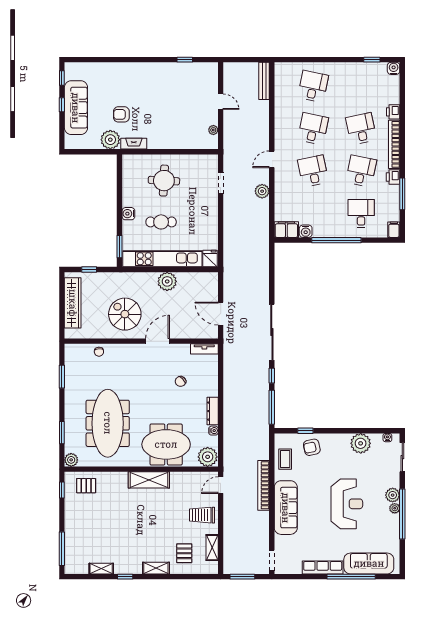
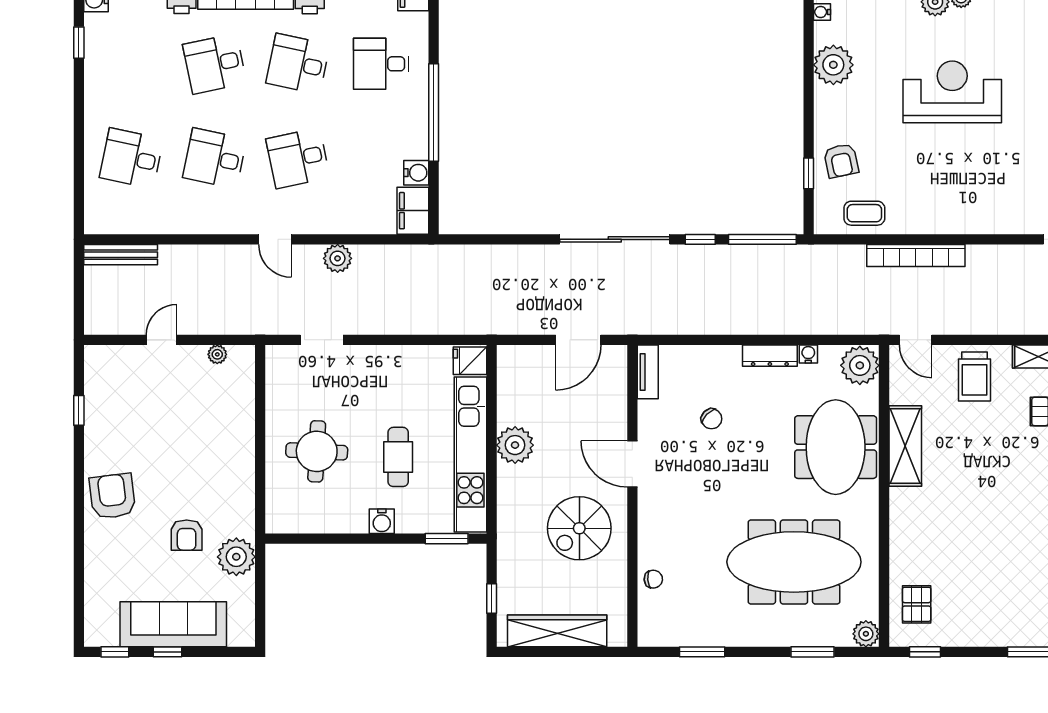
armchair: (141, 77) -> (112, 496), added
fireplace: (134, 144) -> (244, 511), removed
shelving: (149, 480) -> (905, 446), moved
sofa: (286, 508) -> (960, 212), removed

